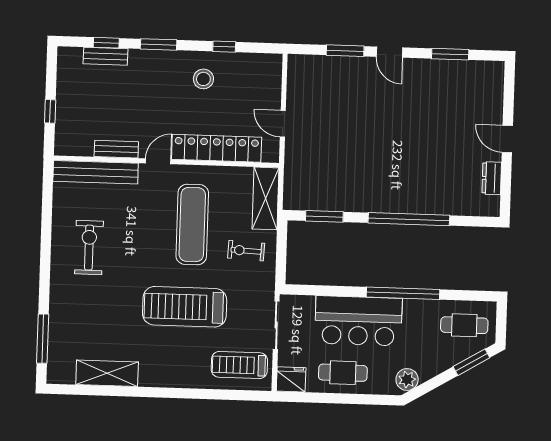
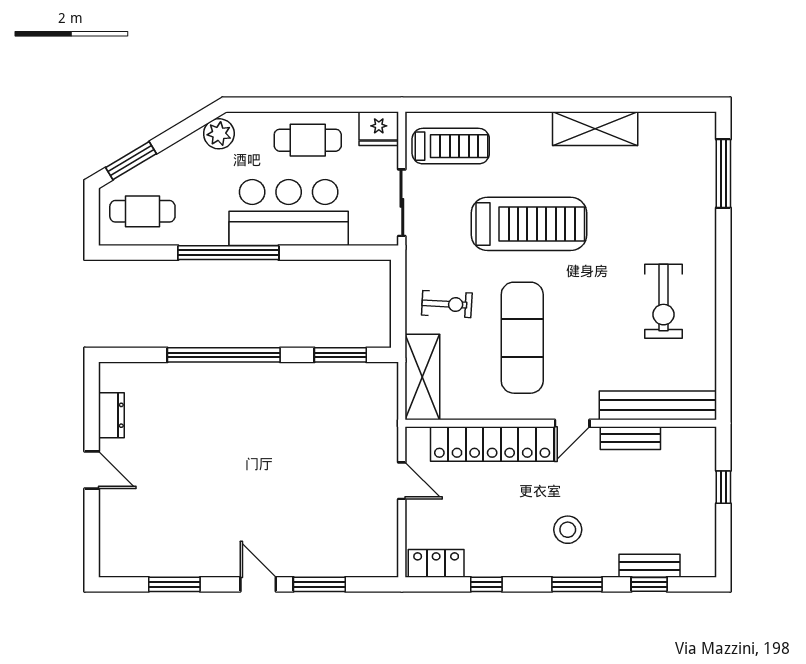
locker: (260, 63) -> (436, 563), added
stool: (203, 79) -> (568, 530), moved
shelving: (107, 373) -> (595, 129), moved

